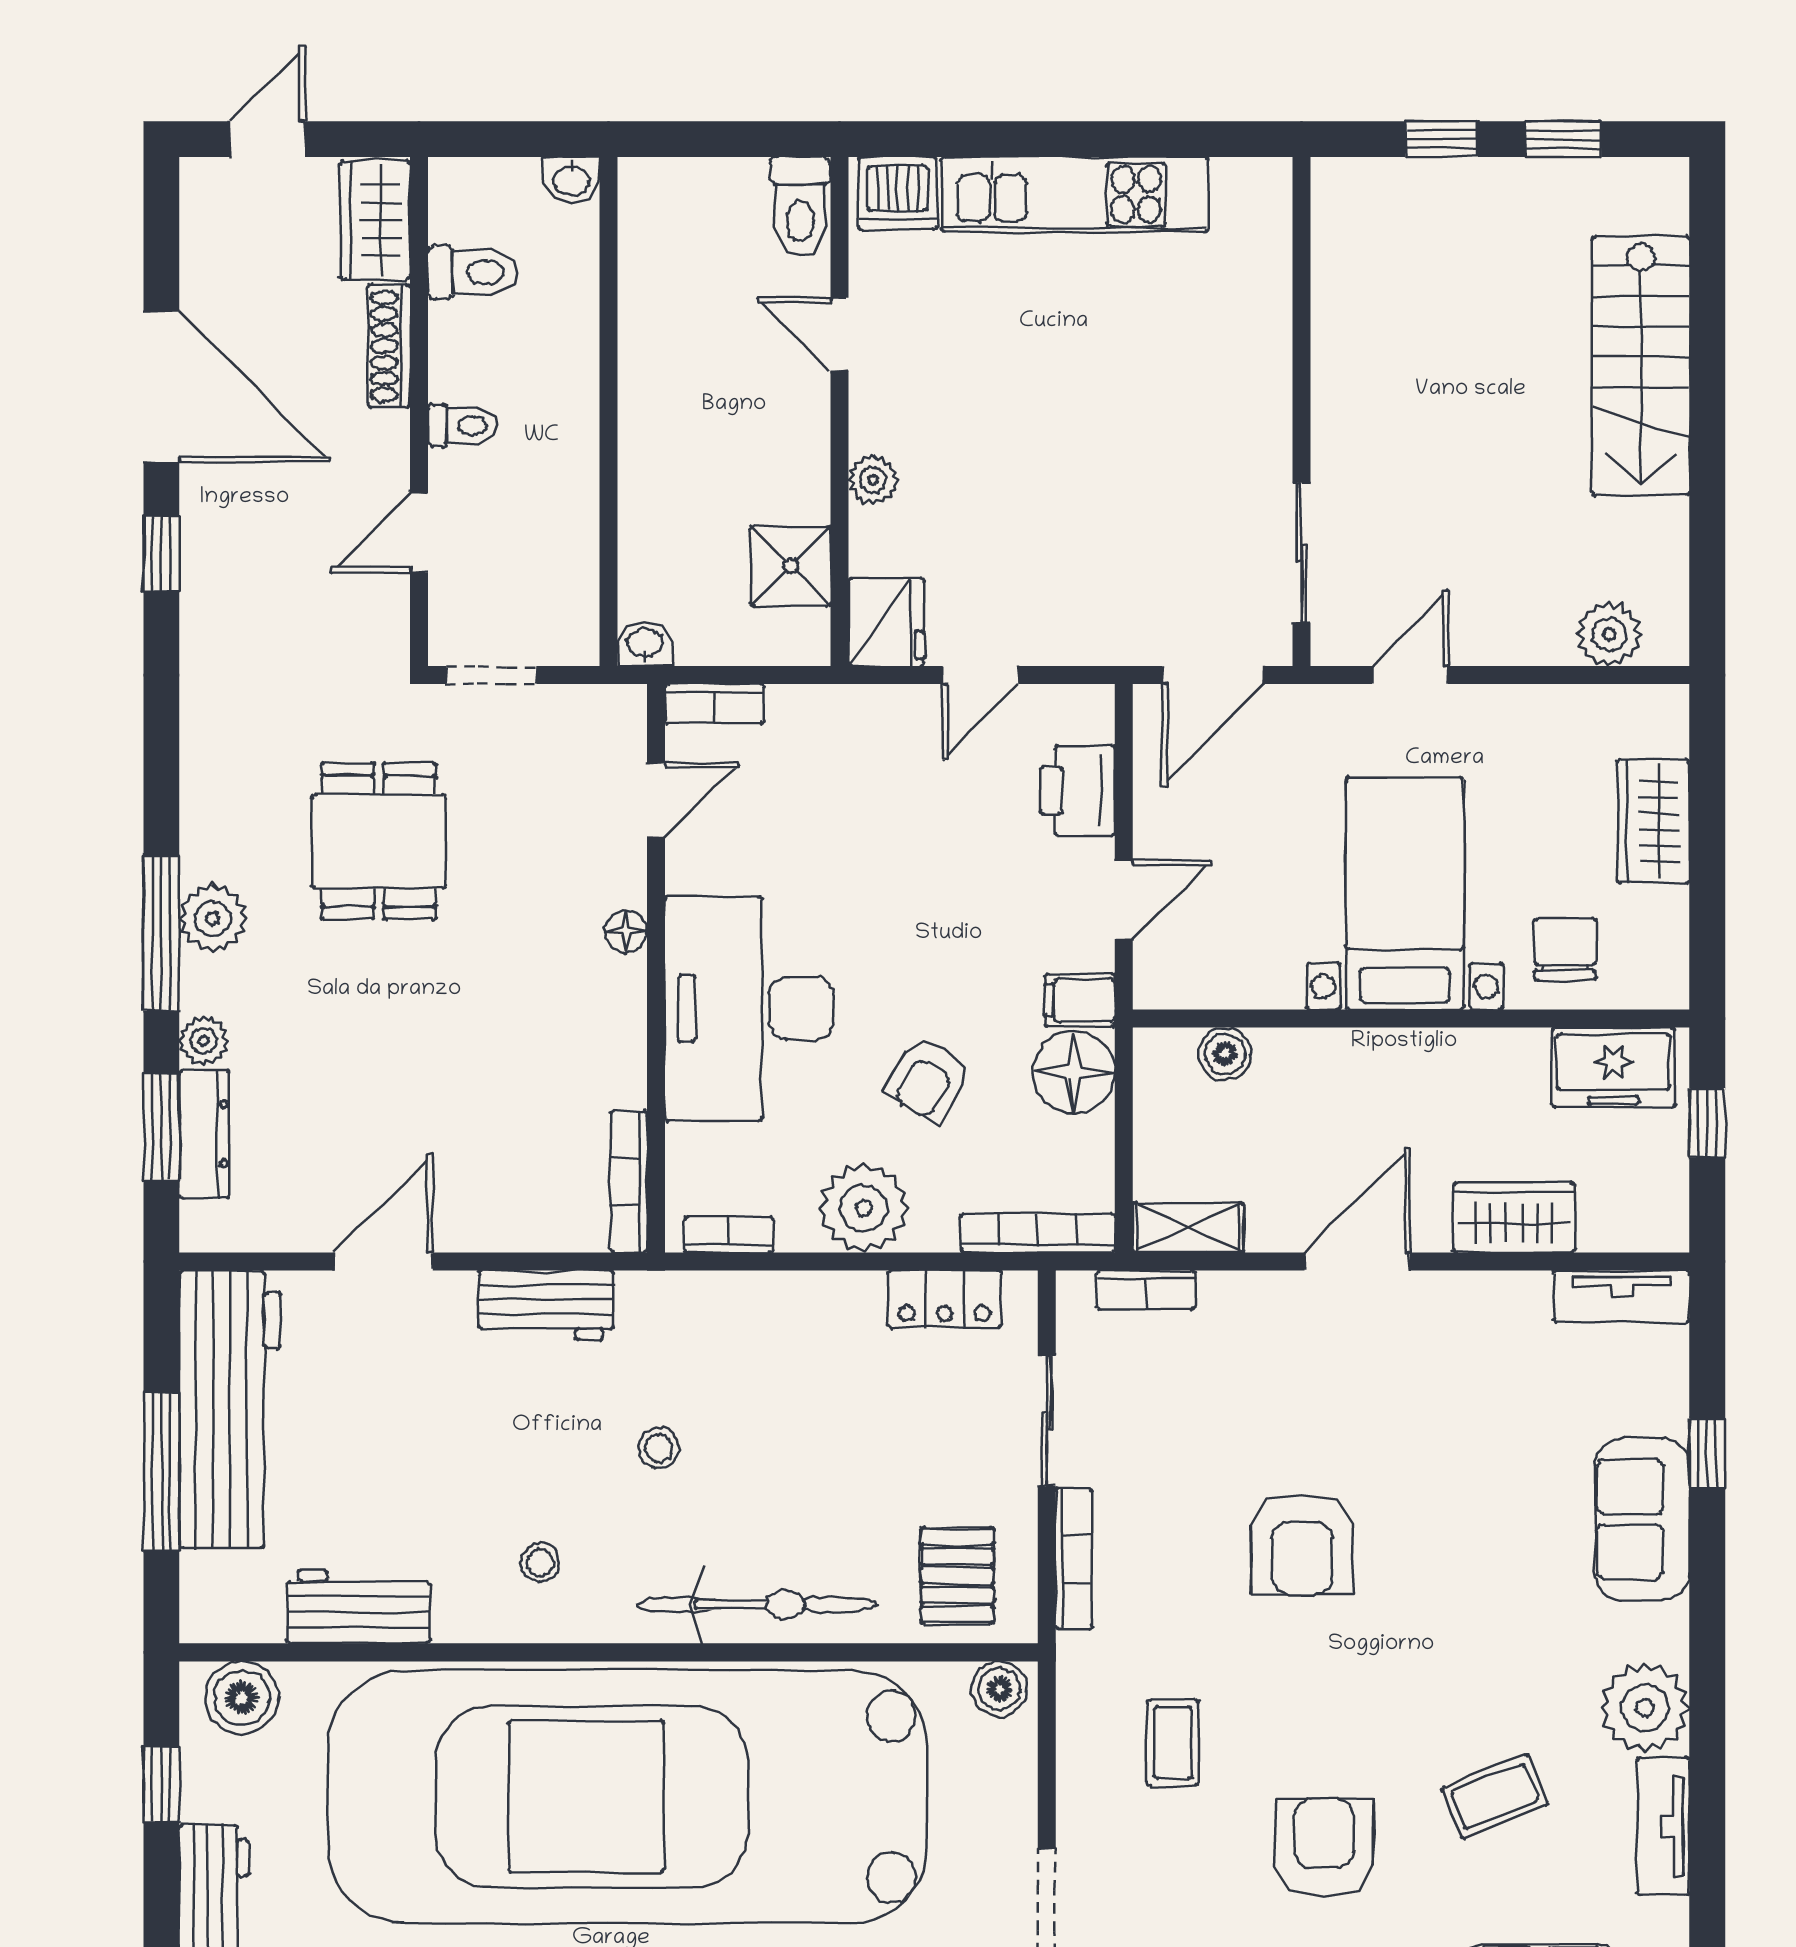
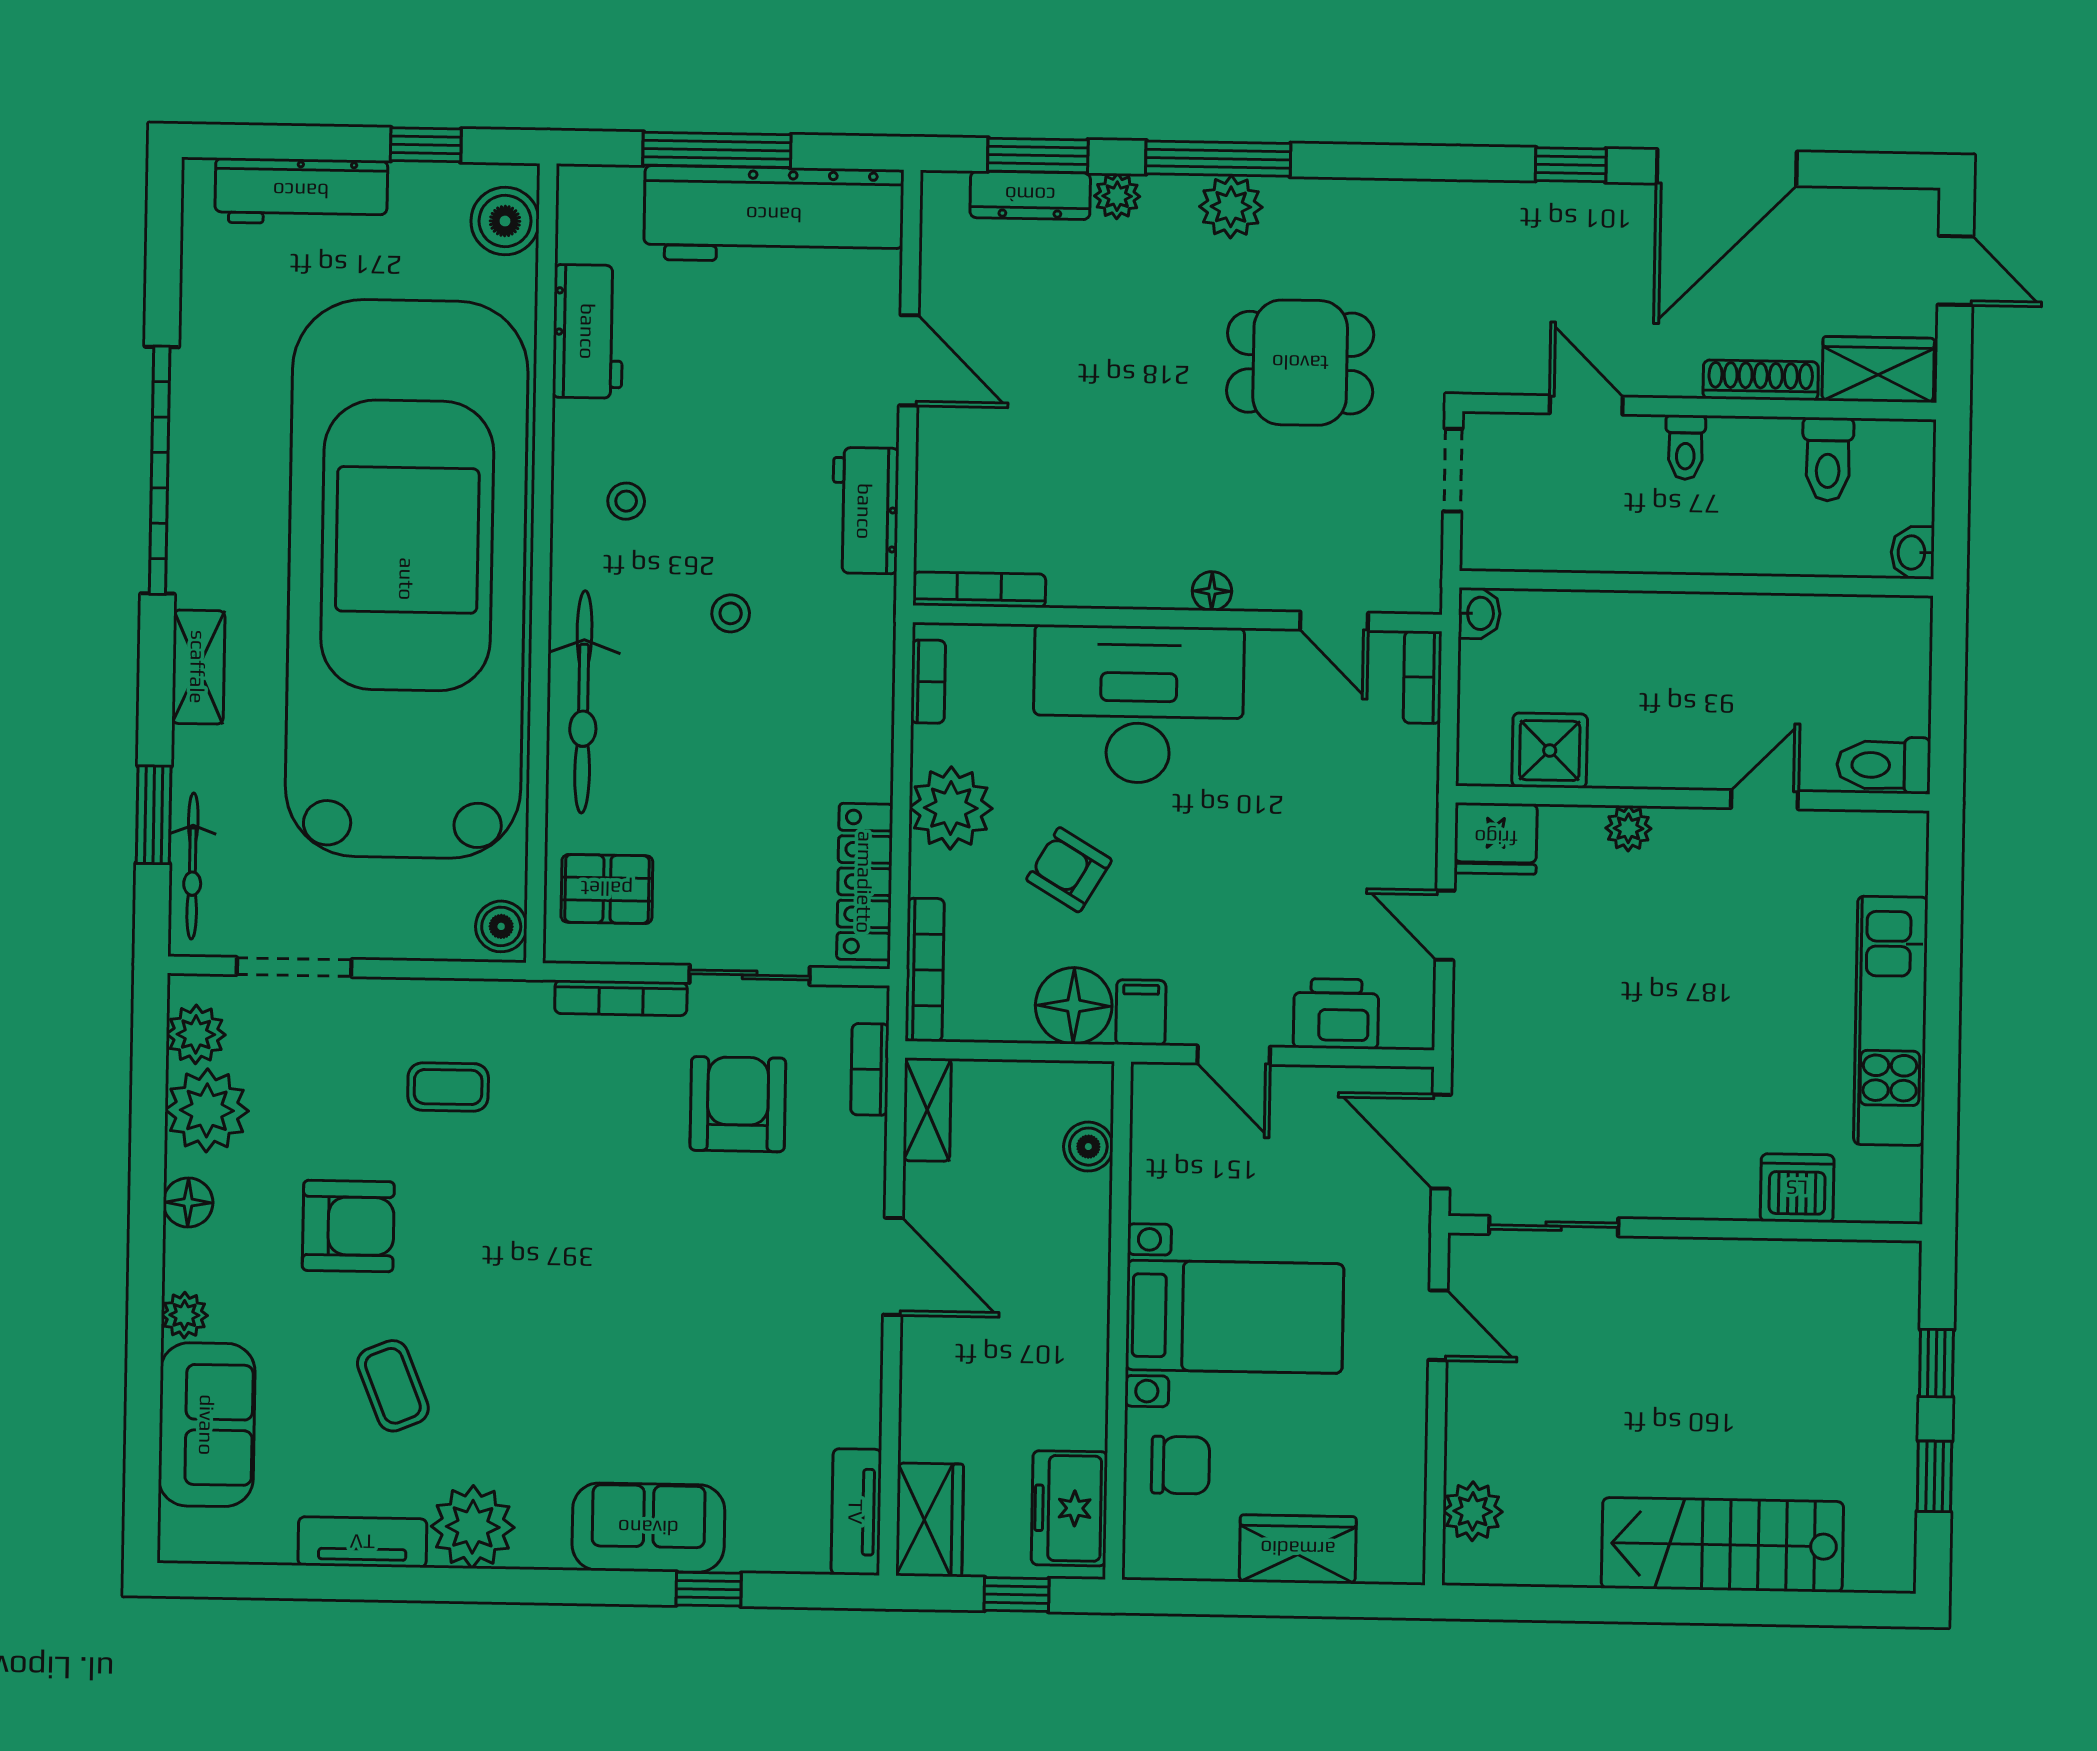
dishwasher: (897, 193) -> (1797, 1188), moved, turned 90
wardrobe: (1514, 1217) -> (930, 1520), moved
locker: (945, 1299) -> (865, 882), width x1.53
armchair: (1302, 1544) -> (738, 1104), moved, turned 90

